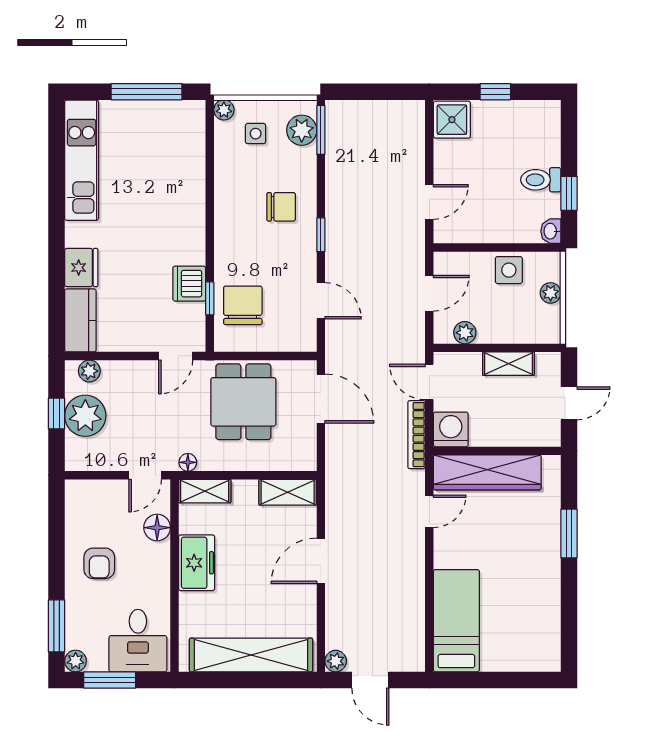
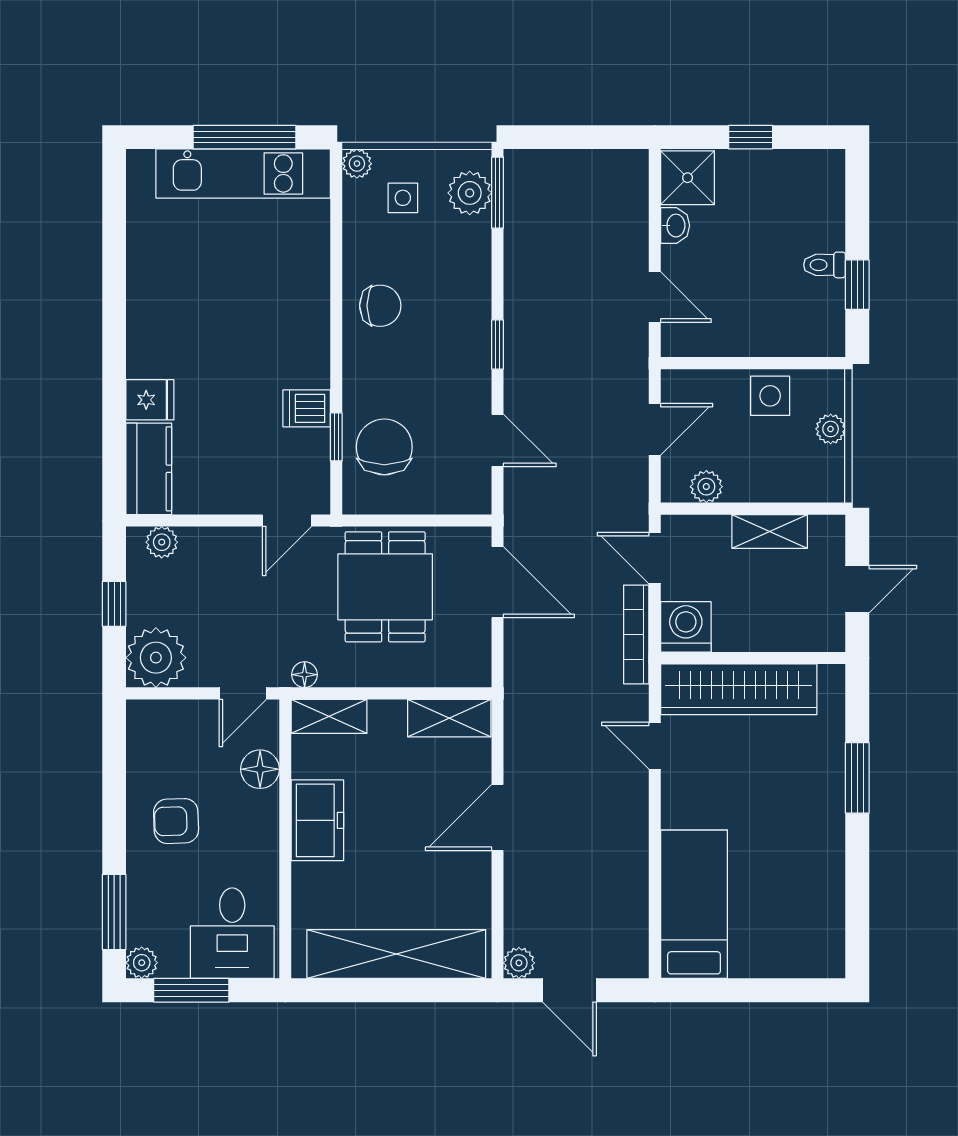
kitchen unit: (82, 160) -> (243, 173), moved, turned 90
toilet: (541, 180) -> (824, 265), width x0.73, depth x0.72
door: (429, 202) -> (655, 297), hinge flipped
chair: (281, 207) -> (380, 306), moved
washbasin: (551, 231) -> (675, 226), moved, turned 180
fridge: (81, 268) -> (150, 400), width x0.72
dishwasher: (189, 284) -> (307, 408), width x0.73
plant: (85, 416) -> (156, 658), moved
door: (429, 511) -> (655, 746), swing flipped
armchair: (99, 563) -> (176, 821), turned 88

